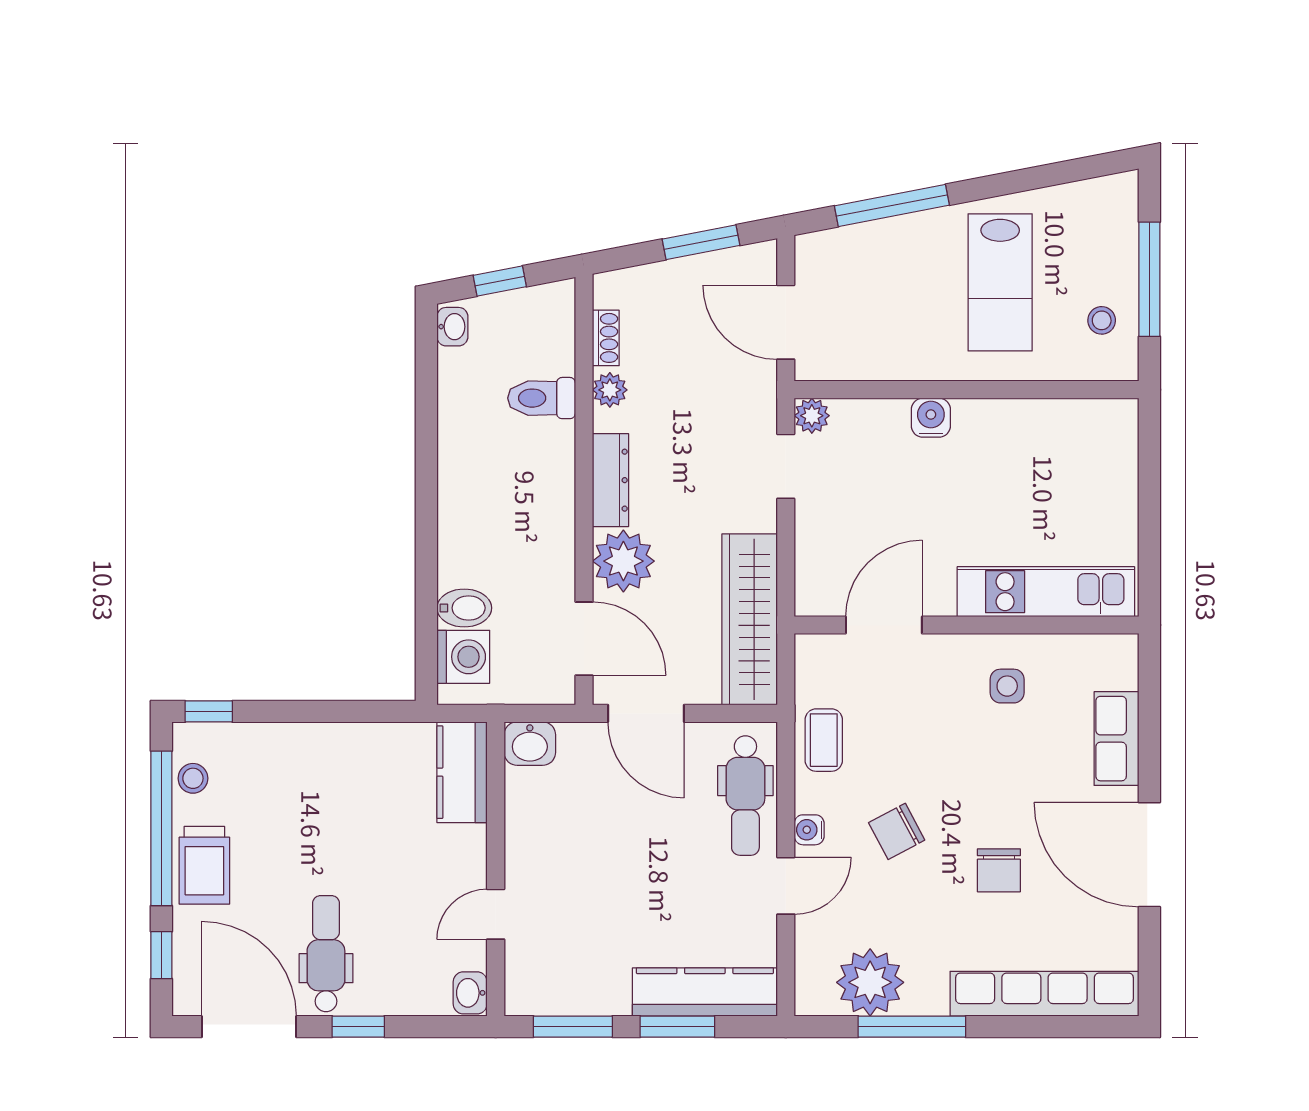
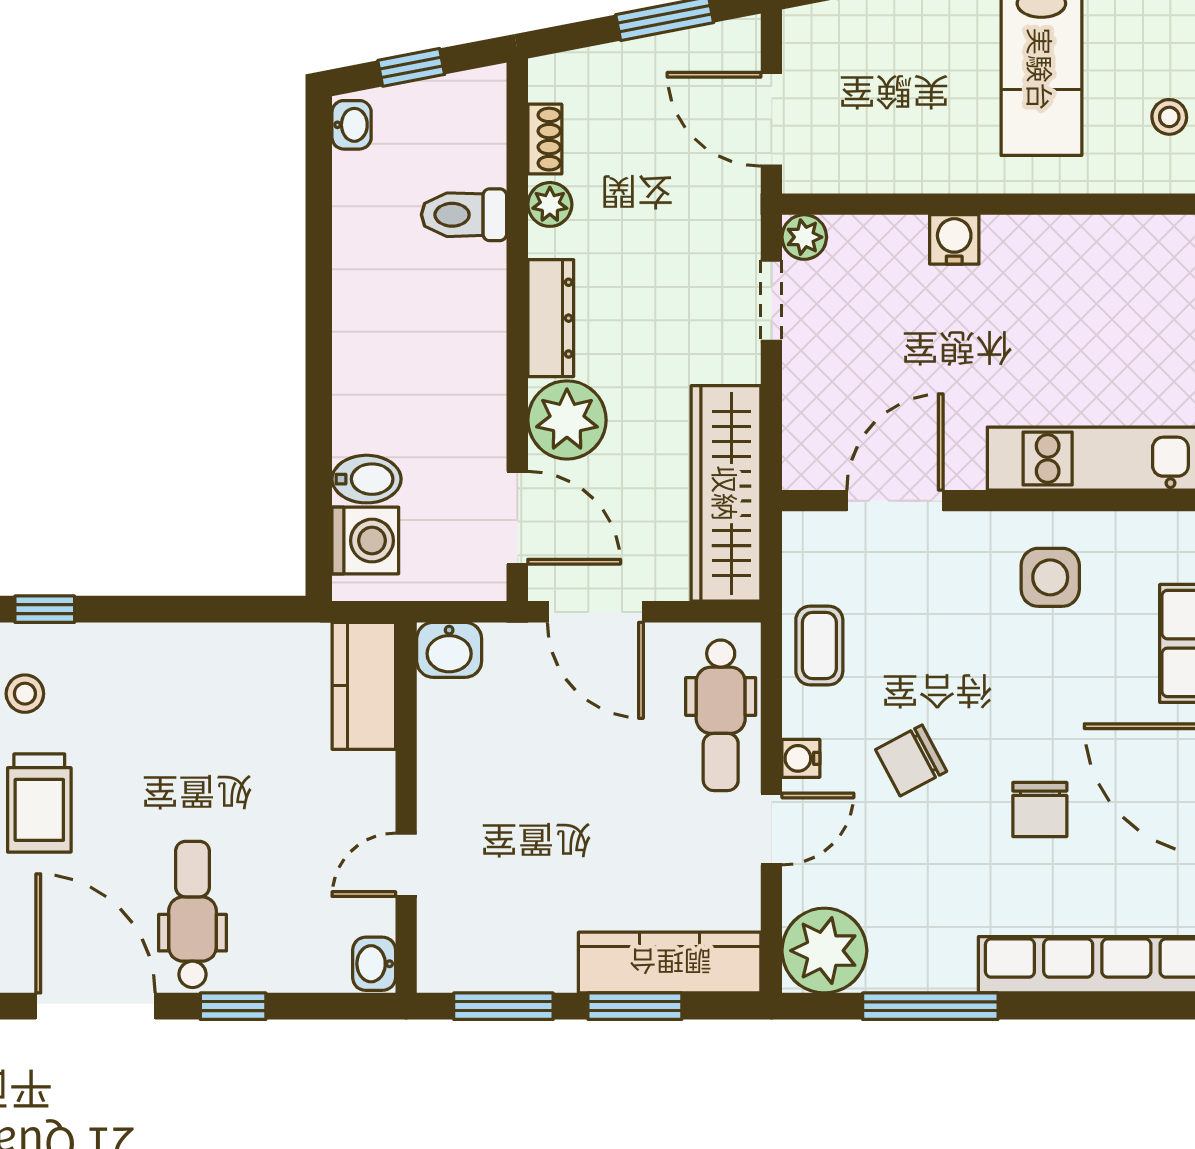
side table: (1007, 686) -> (1050, 577), width x1.37, depth x1.37
plant: (870, 982) -> (824, 951), moved

